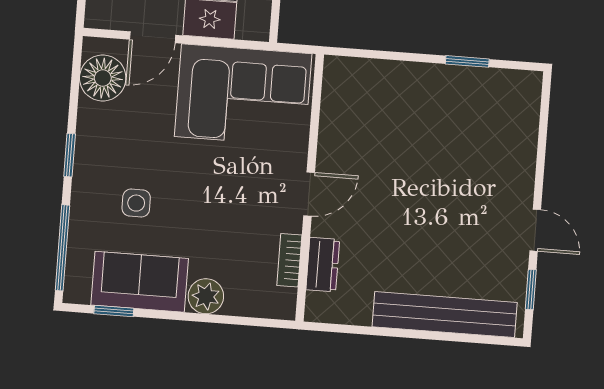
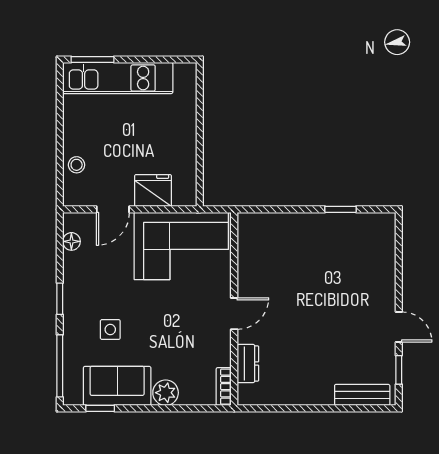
floor lamp: (103, 78) -> (71, 241), width x0.53, depth x0.53
bookcase: (289, 260) -> (224, 387), moved
bench: (445, 315) -> (362, 395), width x0.54, depth x0.82

